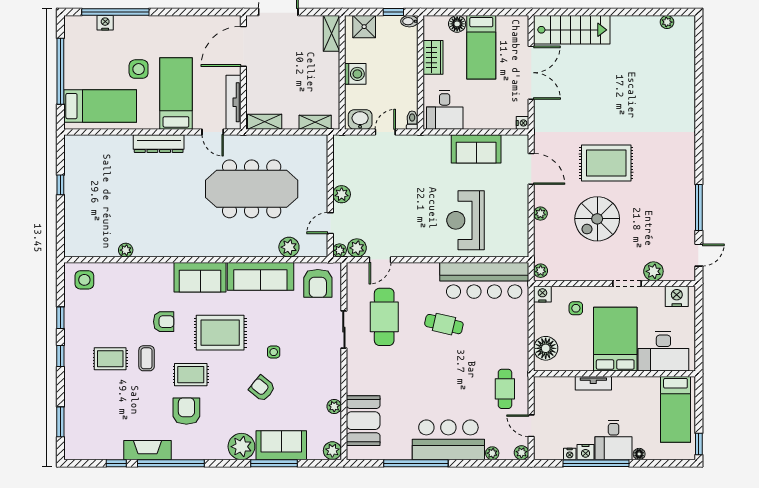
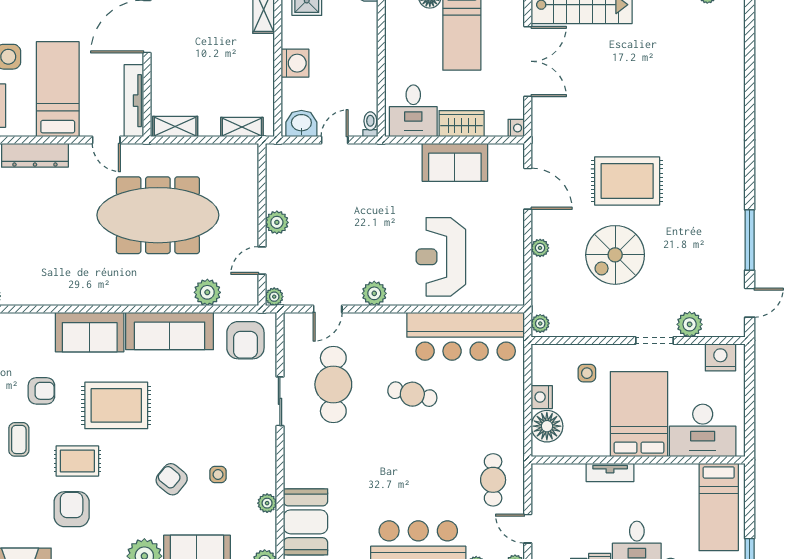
wardrobe: (433, 57) -> (462, 124), moved, turned -90
plant: (357, 248) -> (374, 293), moved
nightstand: (542, 294) -> (542, 397), moved, turned -90
side table: (274, 352) -> (218, 475), moved

